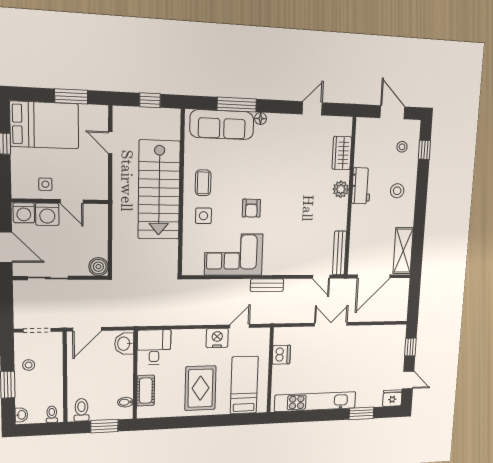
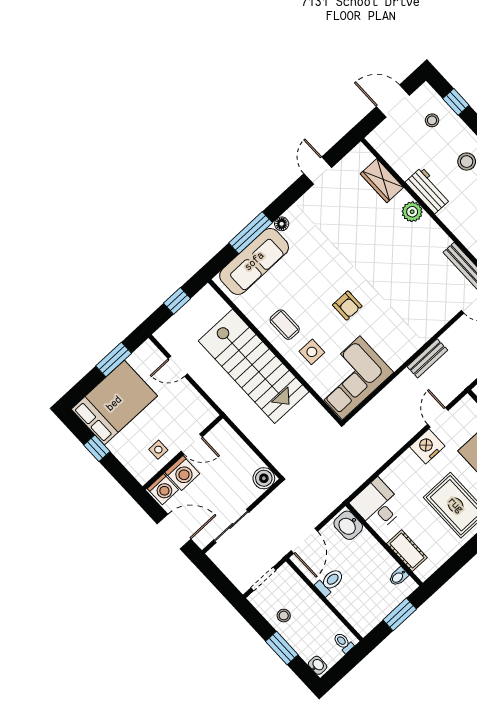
corner sofa: (234, 255) -> (351, 378), moved
toilet: (81, 410) -> (330, 582), moved, turned 90

